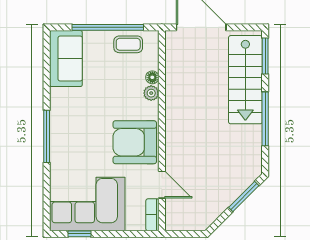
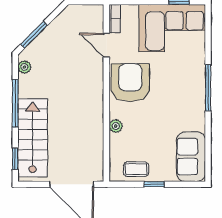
window: (108, 27) -> (154, 184), width x0.32
window: (265, 56) -> (15, 159), width x0.67
floor lamp: (152, 77) -> (115, 140), removed
armchair: (135, 142) -> (130, 83), turned -90
plant: (255, 160) -> (24, 67), added

